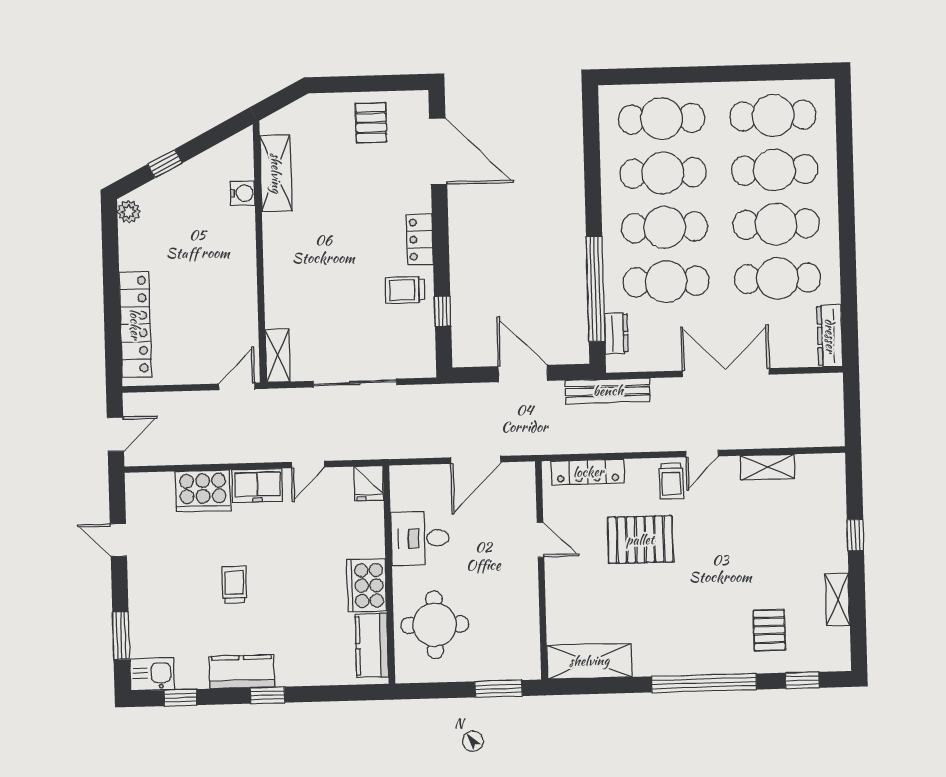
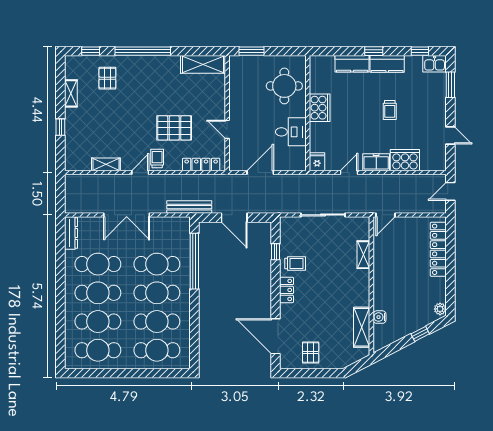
dresser: (616, 333) -> (184, 237), removed
shelving: (278, 356) -> (363, 255), moved
kitchen counter: (372, 646) -> (352, 64), moved, turned 90

